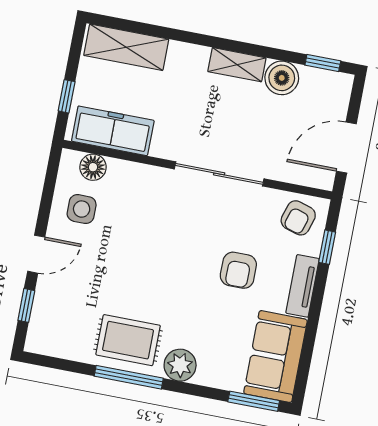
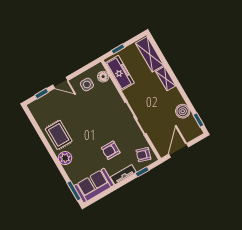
shelving: (237, 65) -> (166, 79), moved
door: (346, 148) -> (179, 150), hinge flipped
window: (129, 377) -> (47, 145), removed

